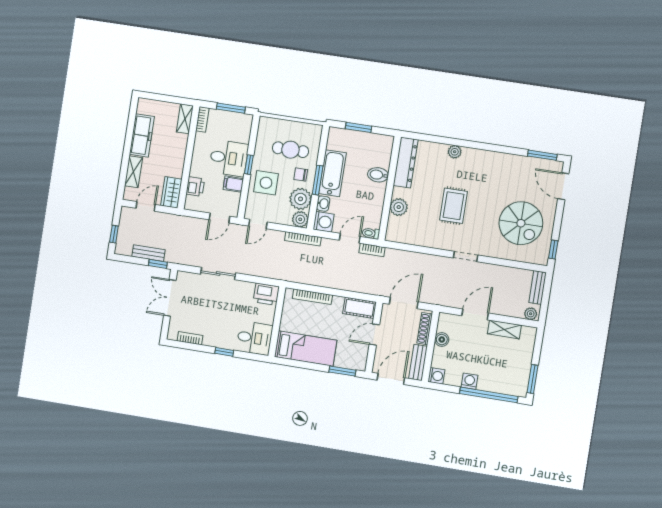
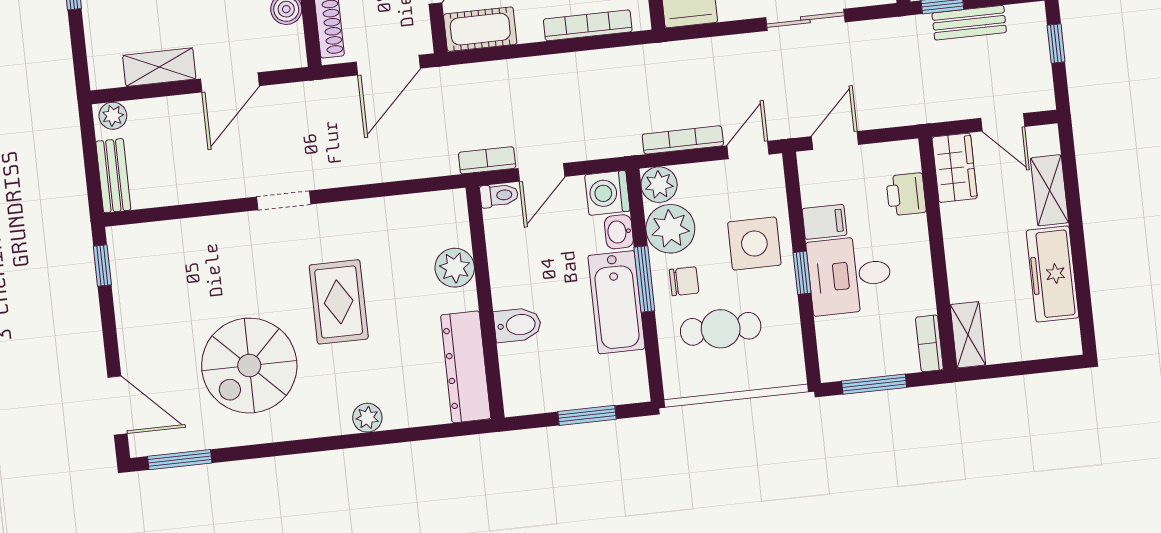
door: (146, 206) -> (1003, 122), hinge flipped
spiral stairs: (521, 223) -> (249, 366), moved, turned -90
bookcase: (303, 239) -> (683, 140), moved

